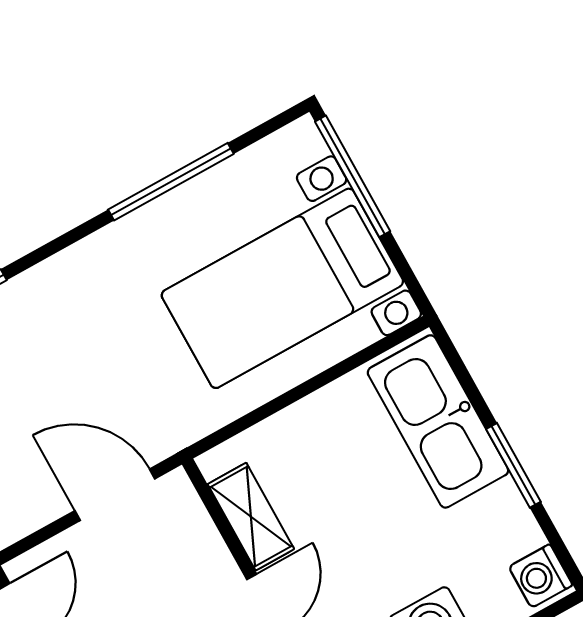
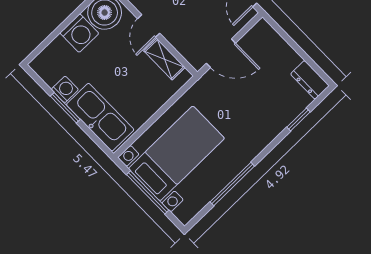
window: (353, 176) -> (148, 192), moved
washing machine: (541, 576) -> (65, 89), moved

